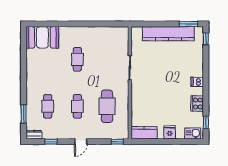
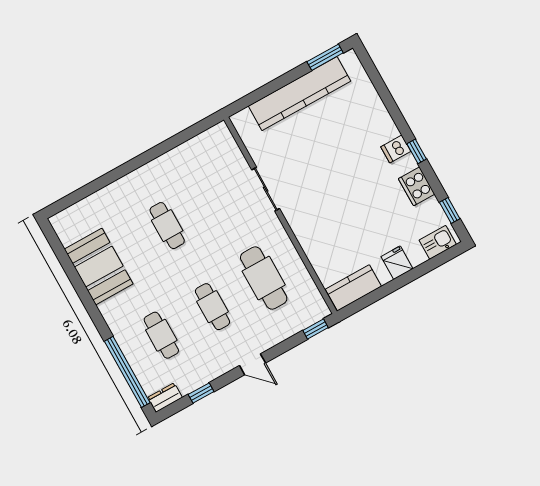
booth: (42, 37) -> (99, 267), moved, turned 90
window: (206, 39) -> (417, 151), moved
window: (24, 114) -> (127, 372), width x2.11
door: (81, 142) -> (252, 364), hinge flipped

